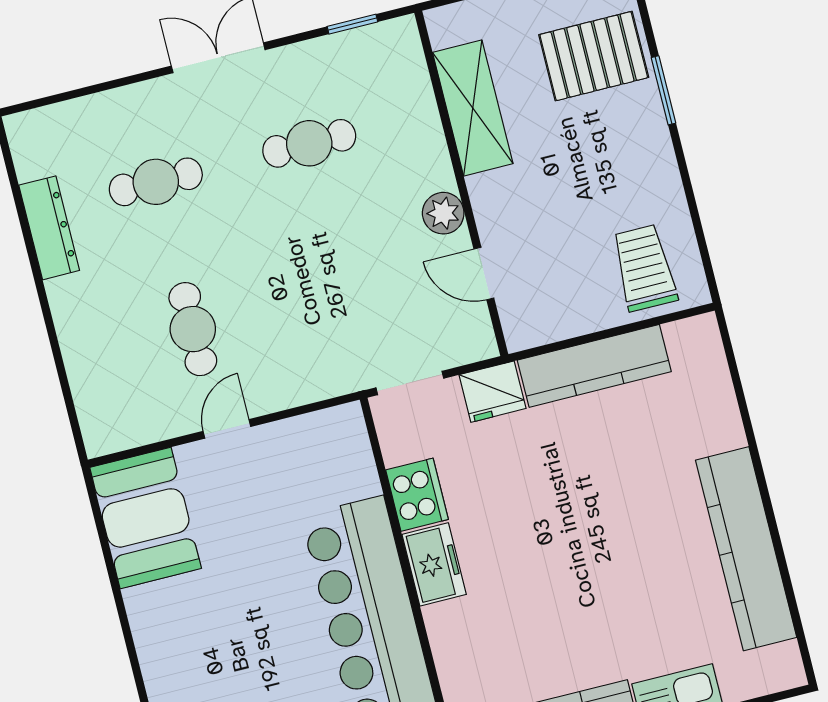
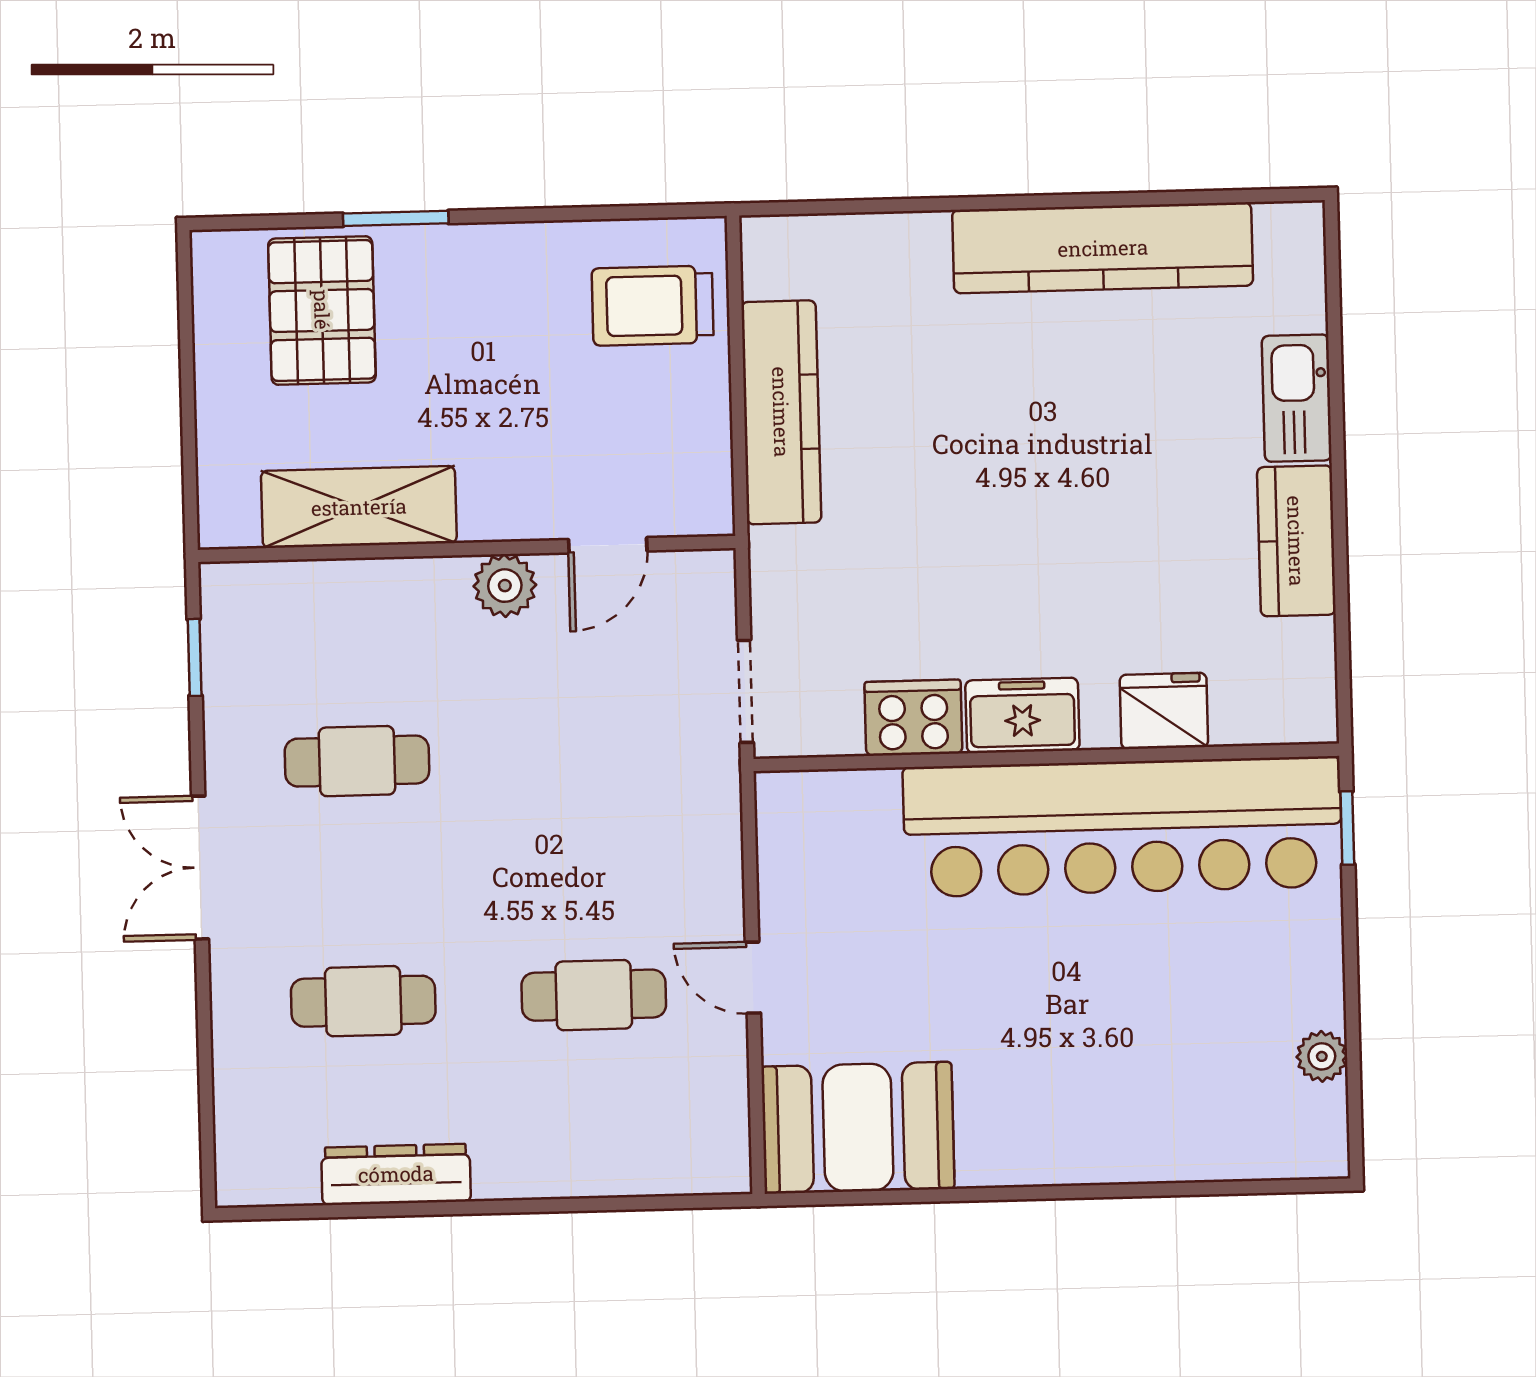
cafe table: (309, 143) -> (357, 761), turned 90
cafe table: (156, 182) -> (363, 1001), turned 90
fridge: (492, 392) -> (1164, 711), moved, turned -90

